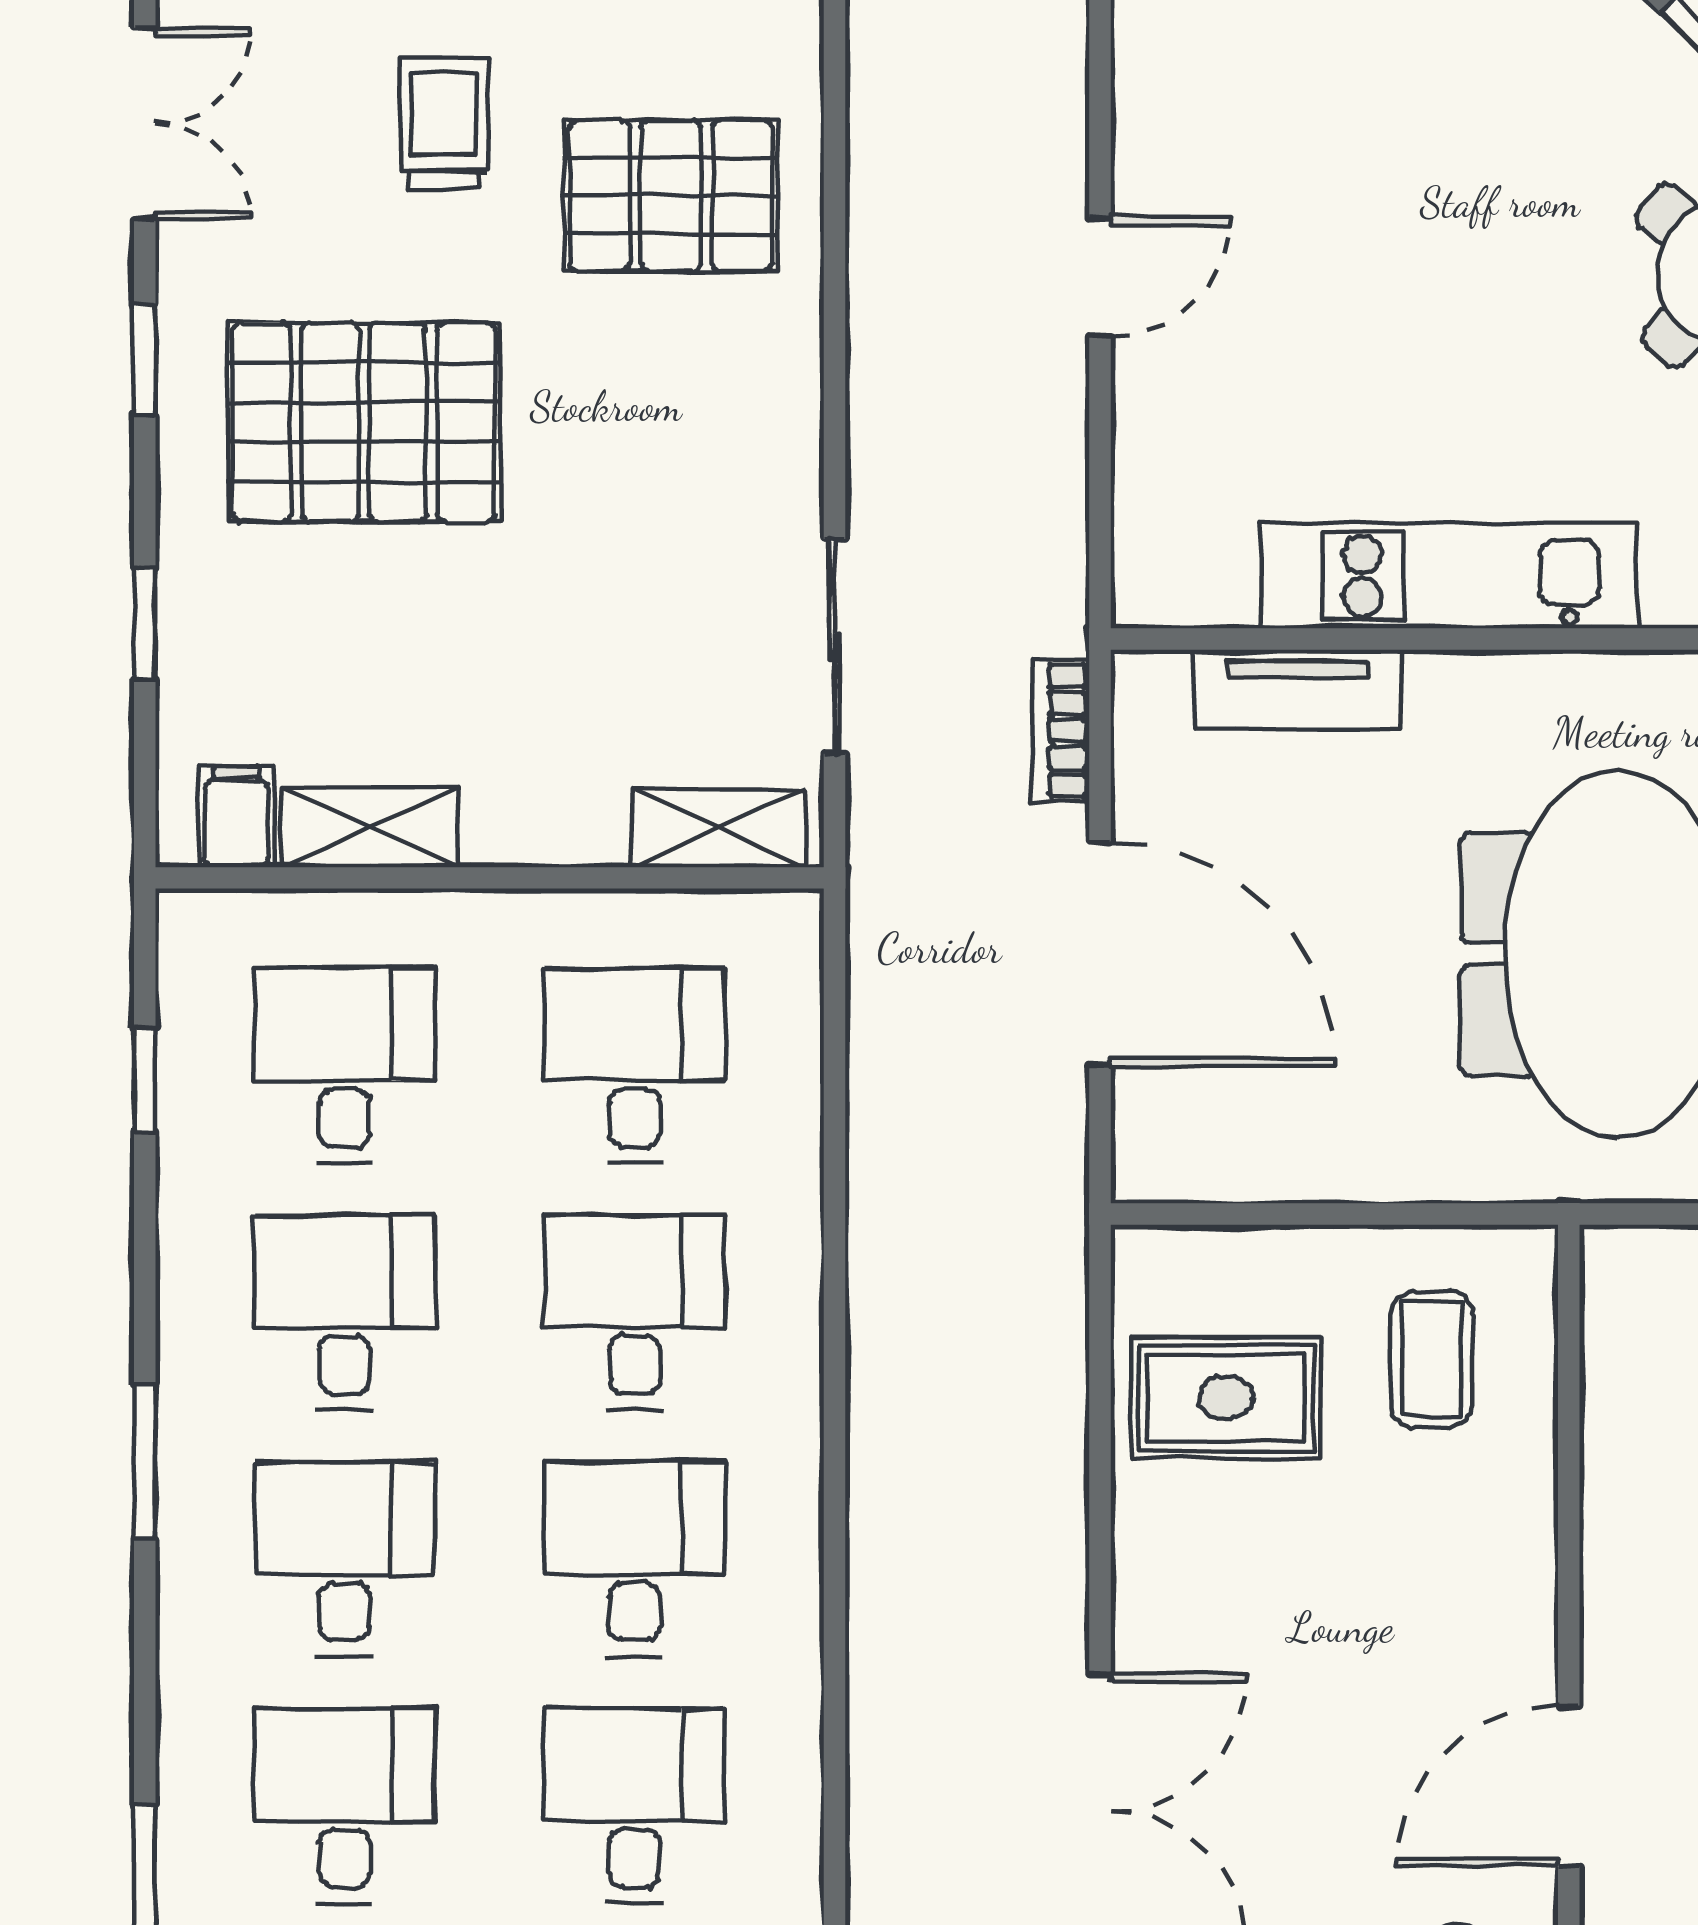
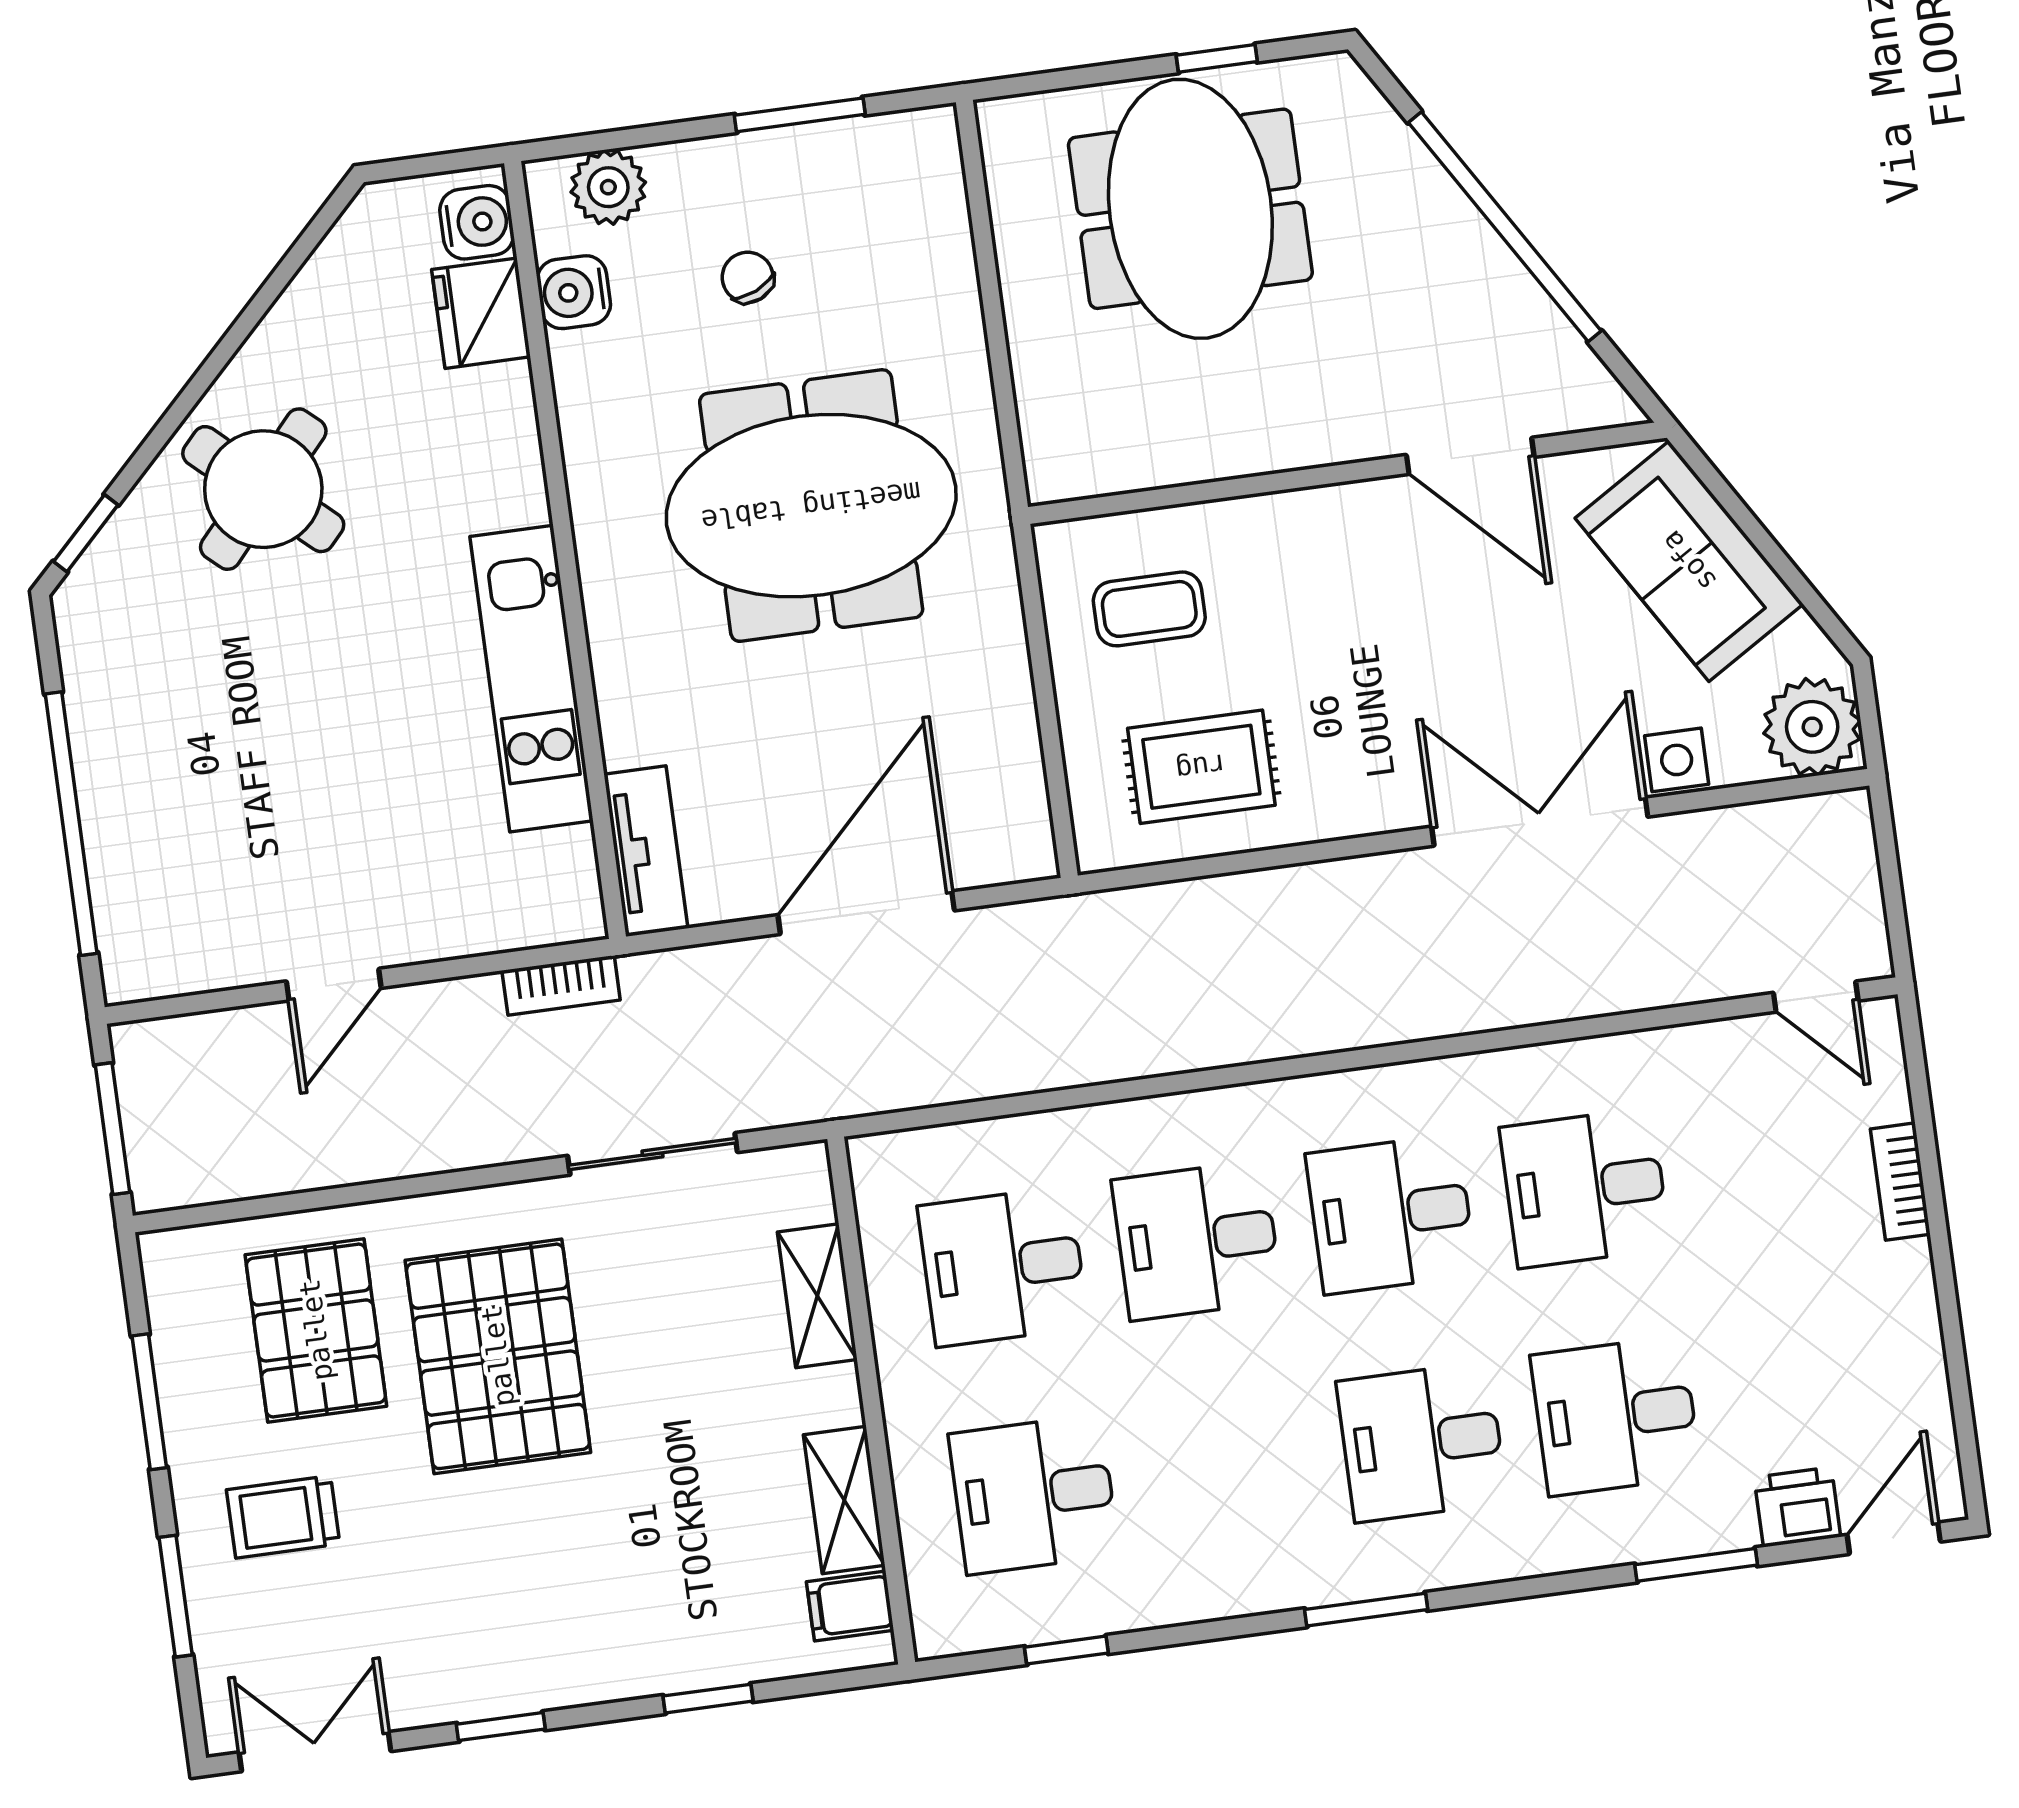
door: (1100, 277) -> (334, 985), swing flipped
pallet: (364, 422) -> (498, 1356), moved
tv unit: (1298, 689) -> (646, 851), moved
bookcase: (1061, 731) -> (561, 985), moved
shelving: (719, 828) -> (817, 1296), moved
desk: (345, 1312) -> (1228, 1468), removed
rug: (1226, 1398) -> (1201, 767), turned 90

